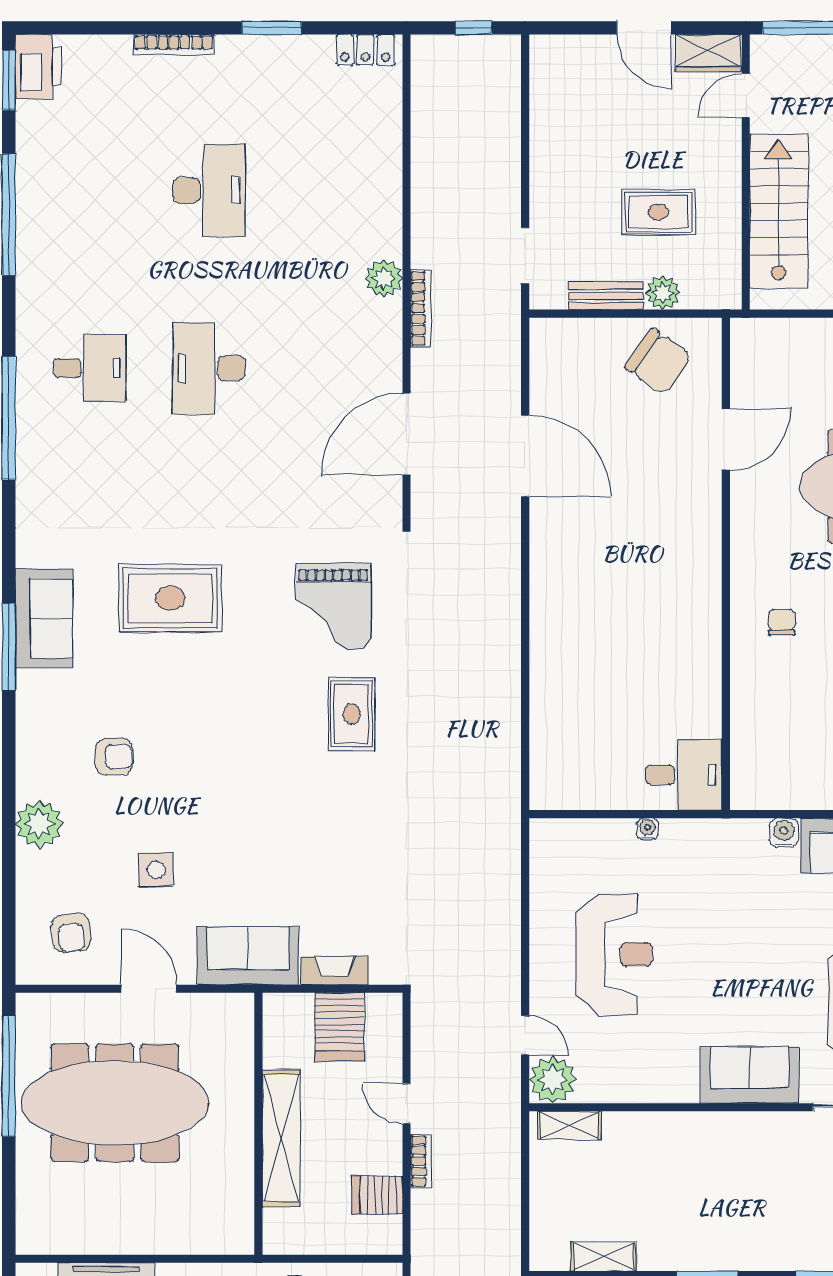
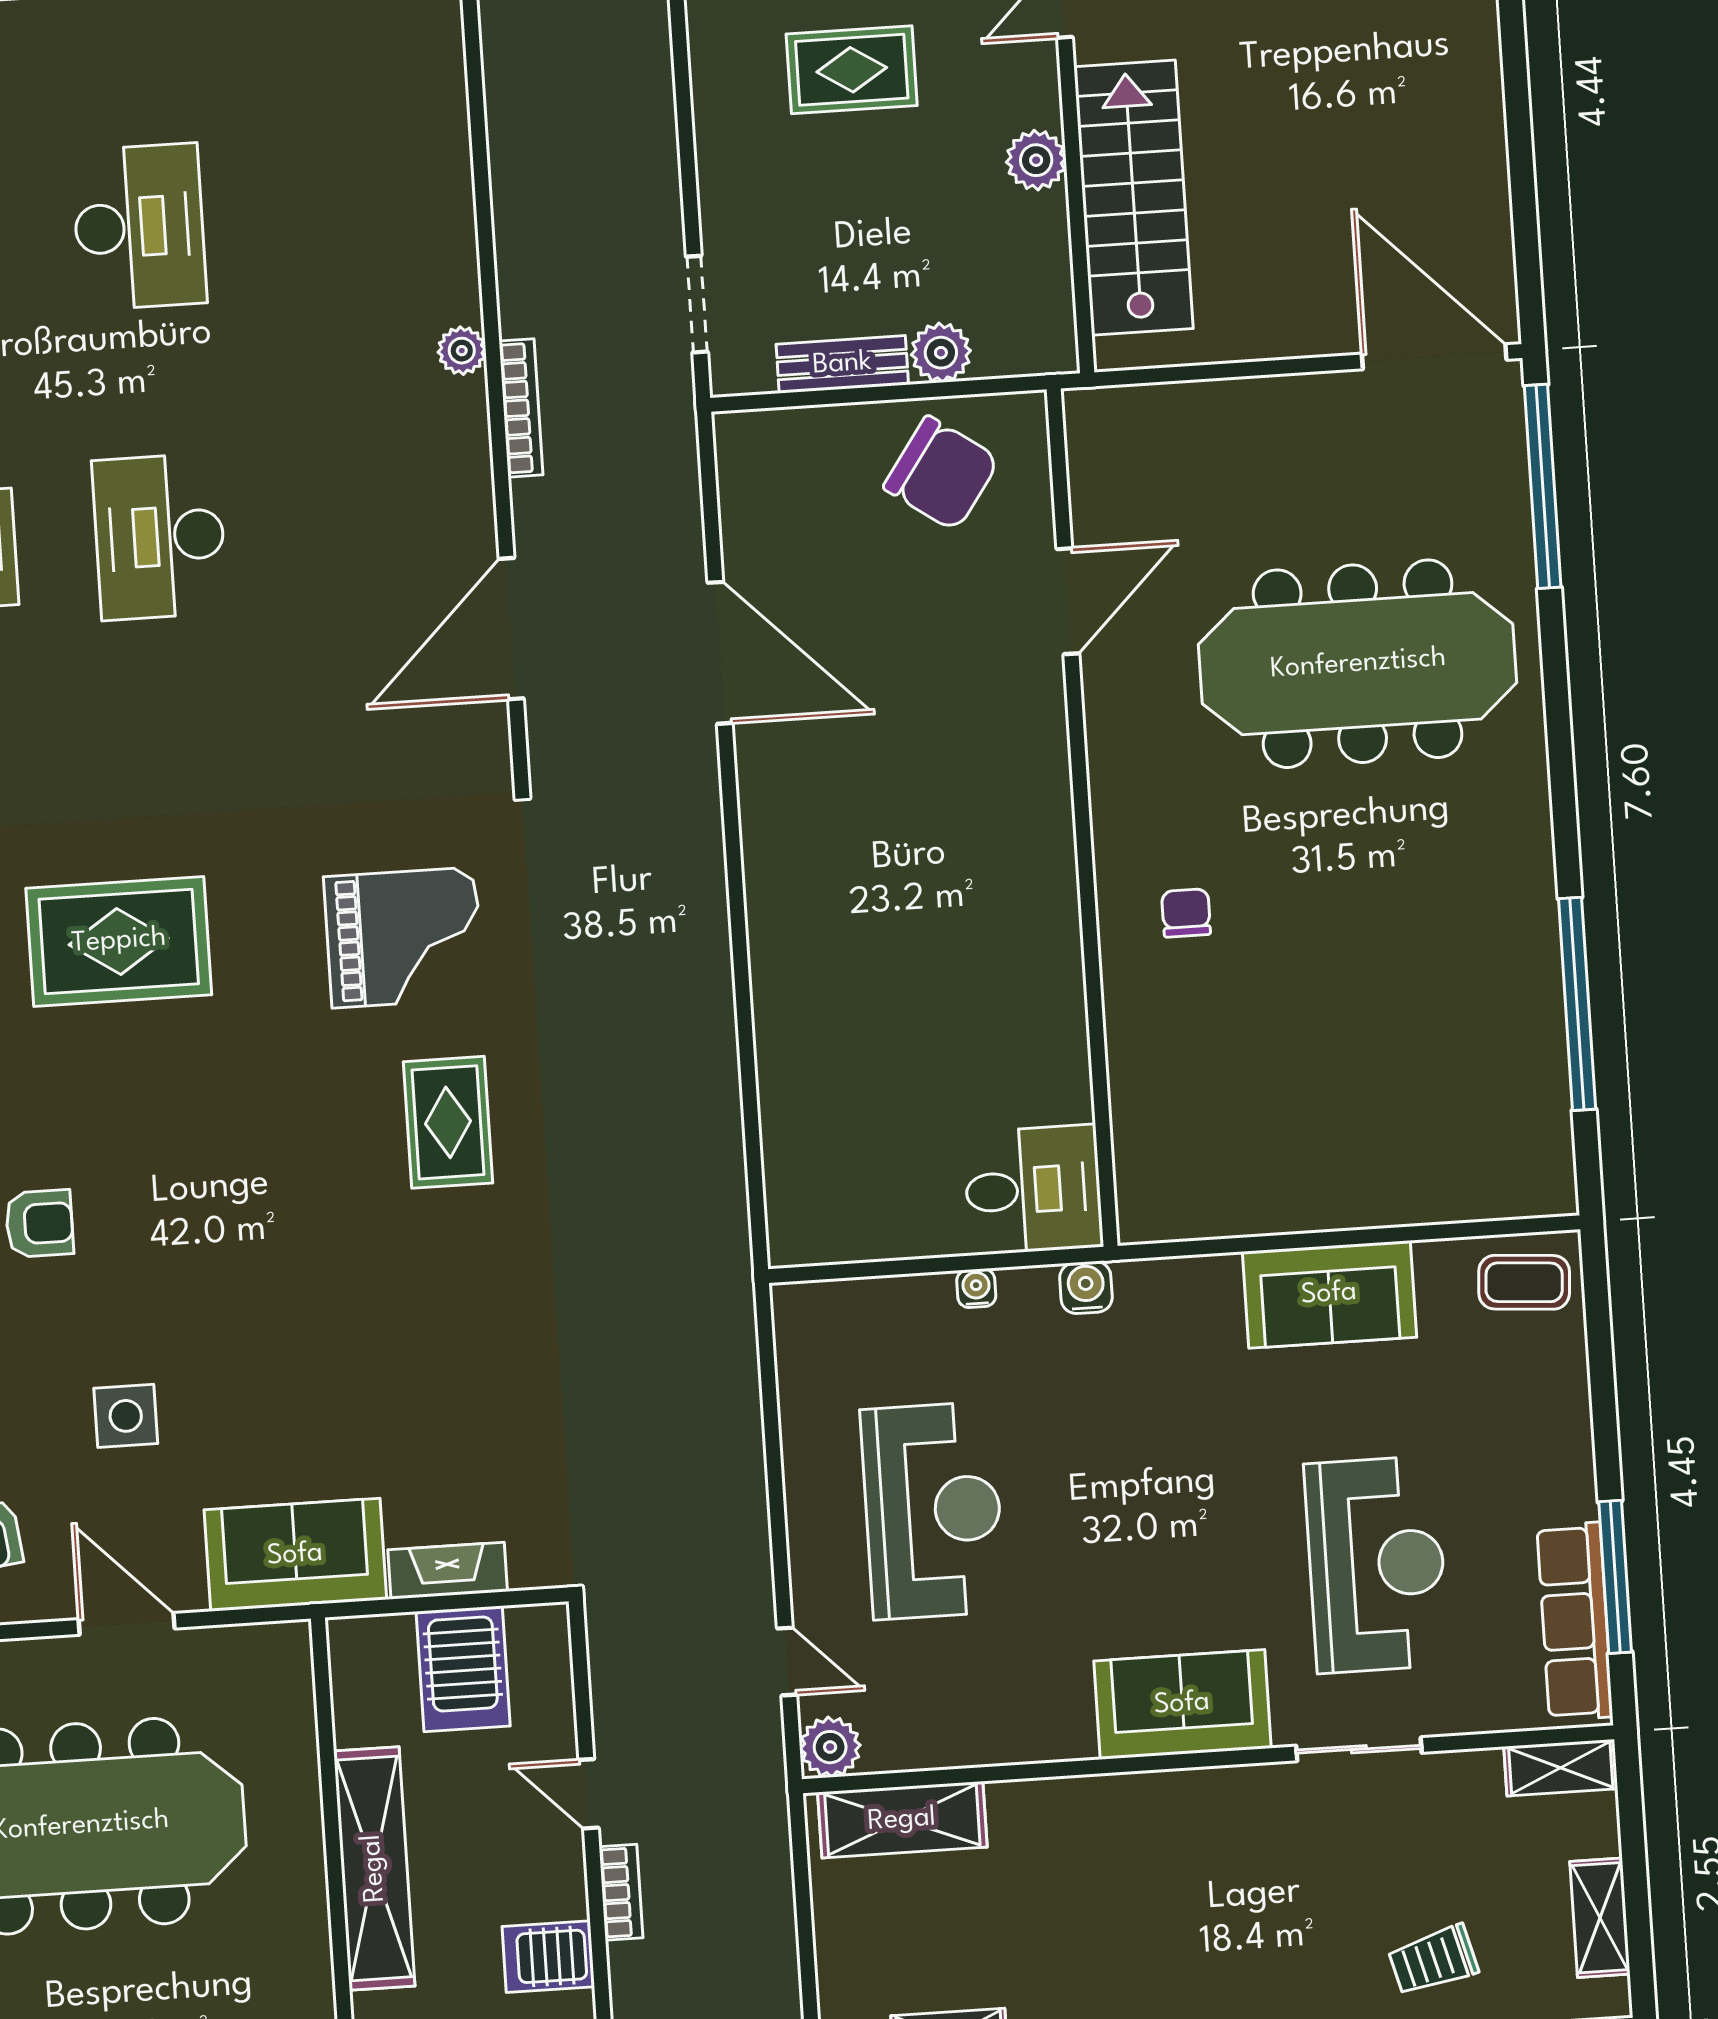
plant: (725, 186) -> (1036, 160), added
rug: (658, 212) -> (852, 70), moved
plant: (384, 278) -> (462, 351), width x0.73, depth x0.73
grand piano: (333, 607) -> (404, 937), turned -90
water cooler: (784, 833) -> (1086, 1287), moved
plant: (553, 1080) -> (830, 1747), width x0.73, depth x0.73
shelving: (569, 1125) -> (902, 1820), width x1.50, depth x1.33

